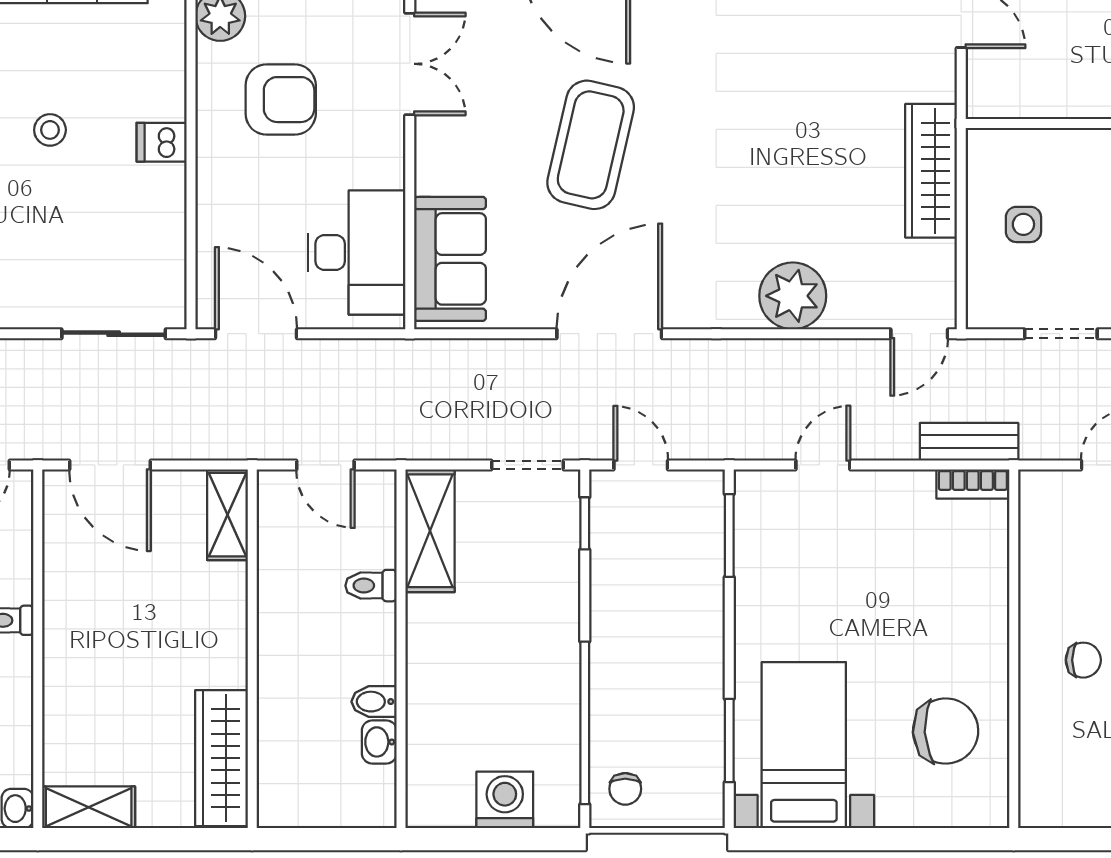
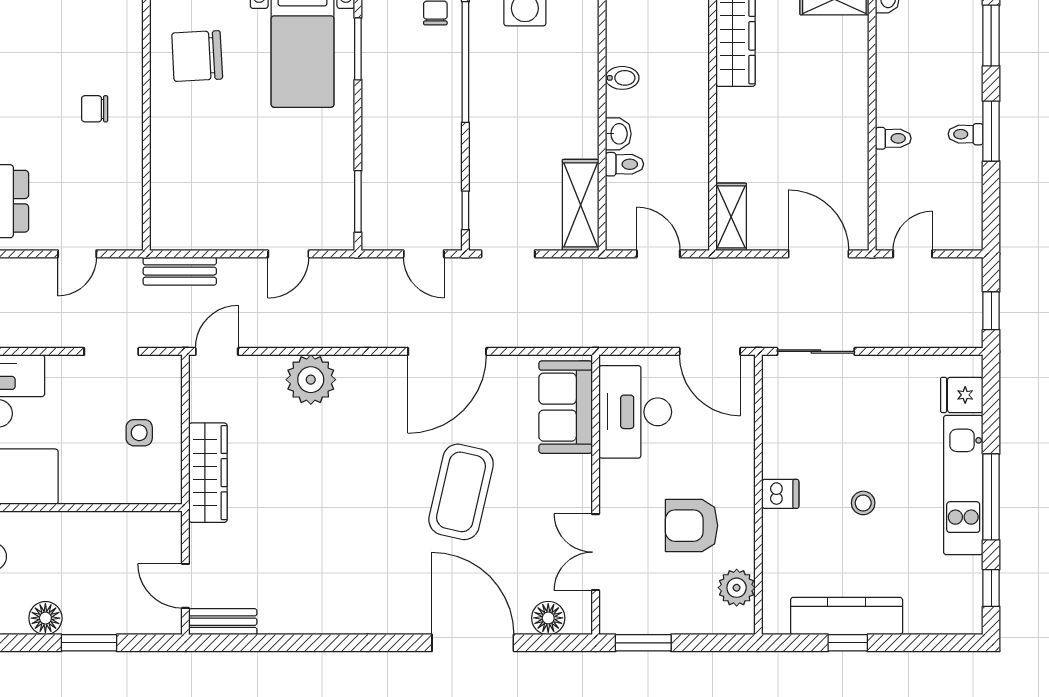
bookcase: (973, 484) -> (177, 240), removed
washbasin: (379, 742) -> (618, 134), moved

